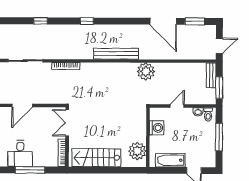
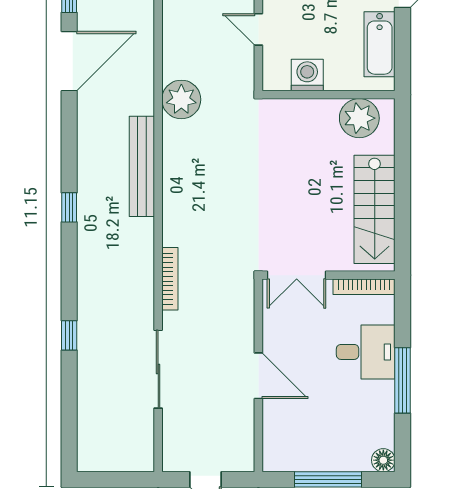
window: (87, 21) -> (69, 207), moved
desk: (20, 153) -> (366, 352), moved
window: (30, 170) -> (402, 380), moved

